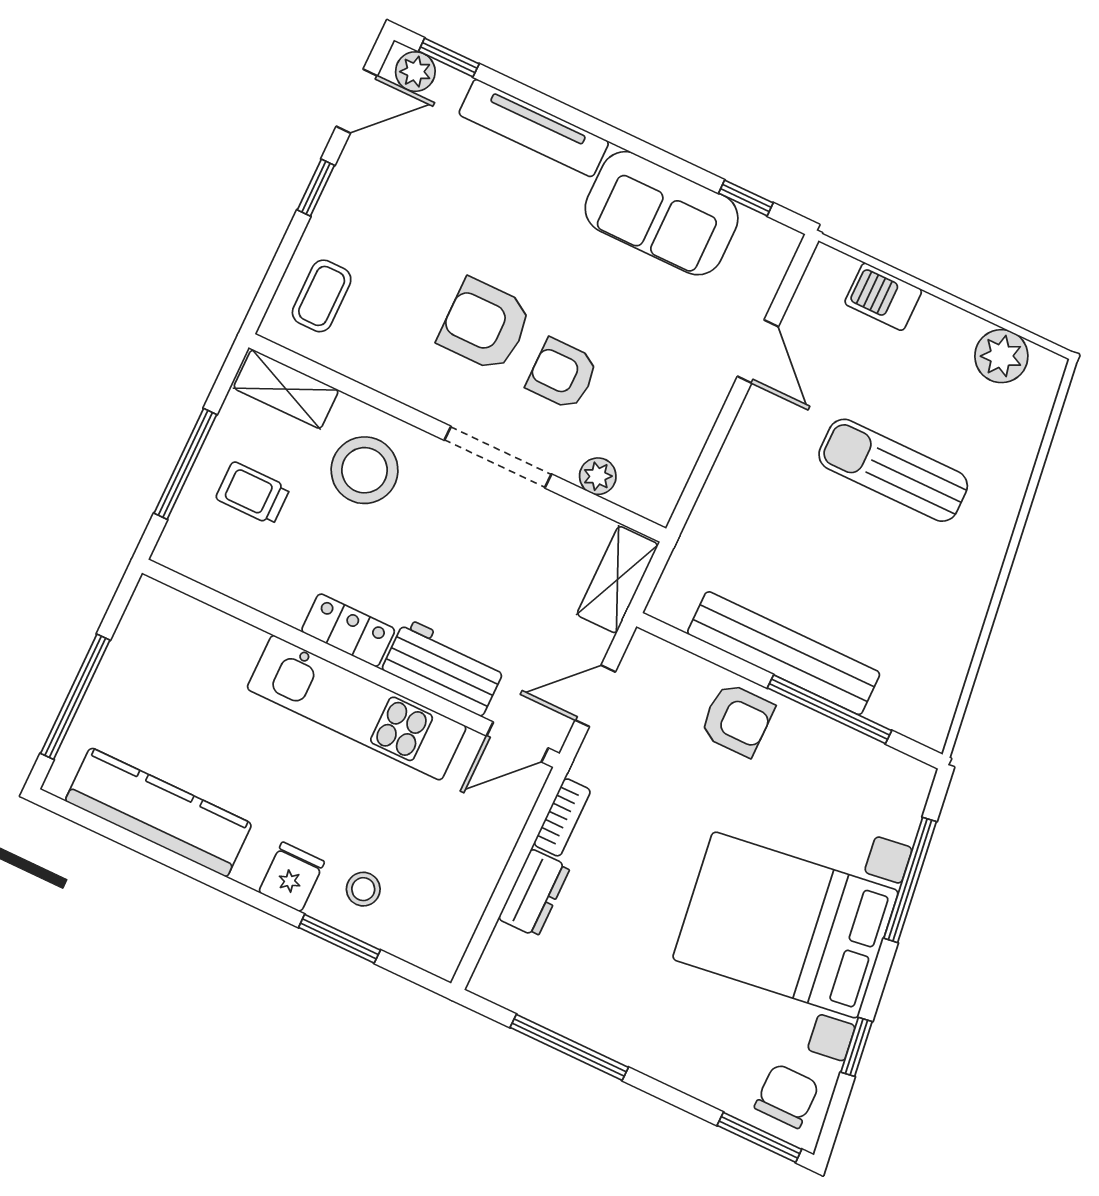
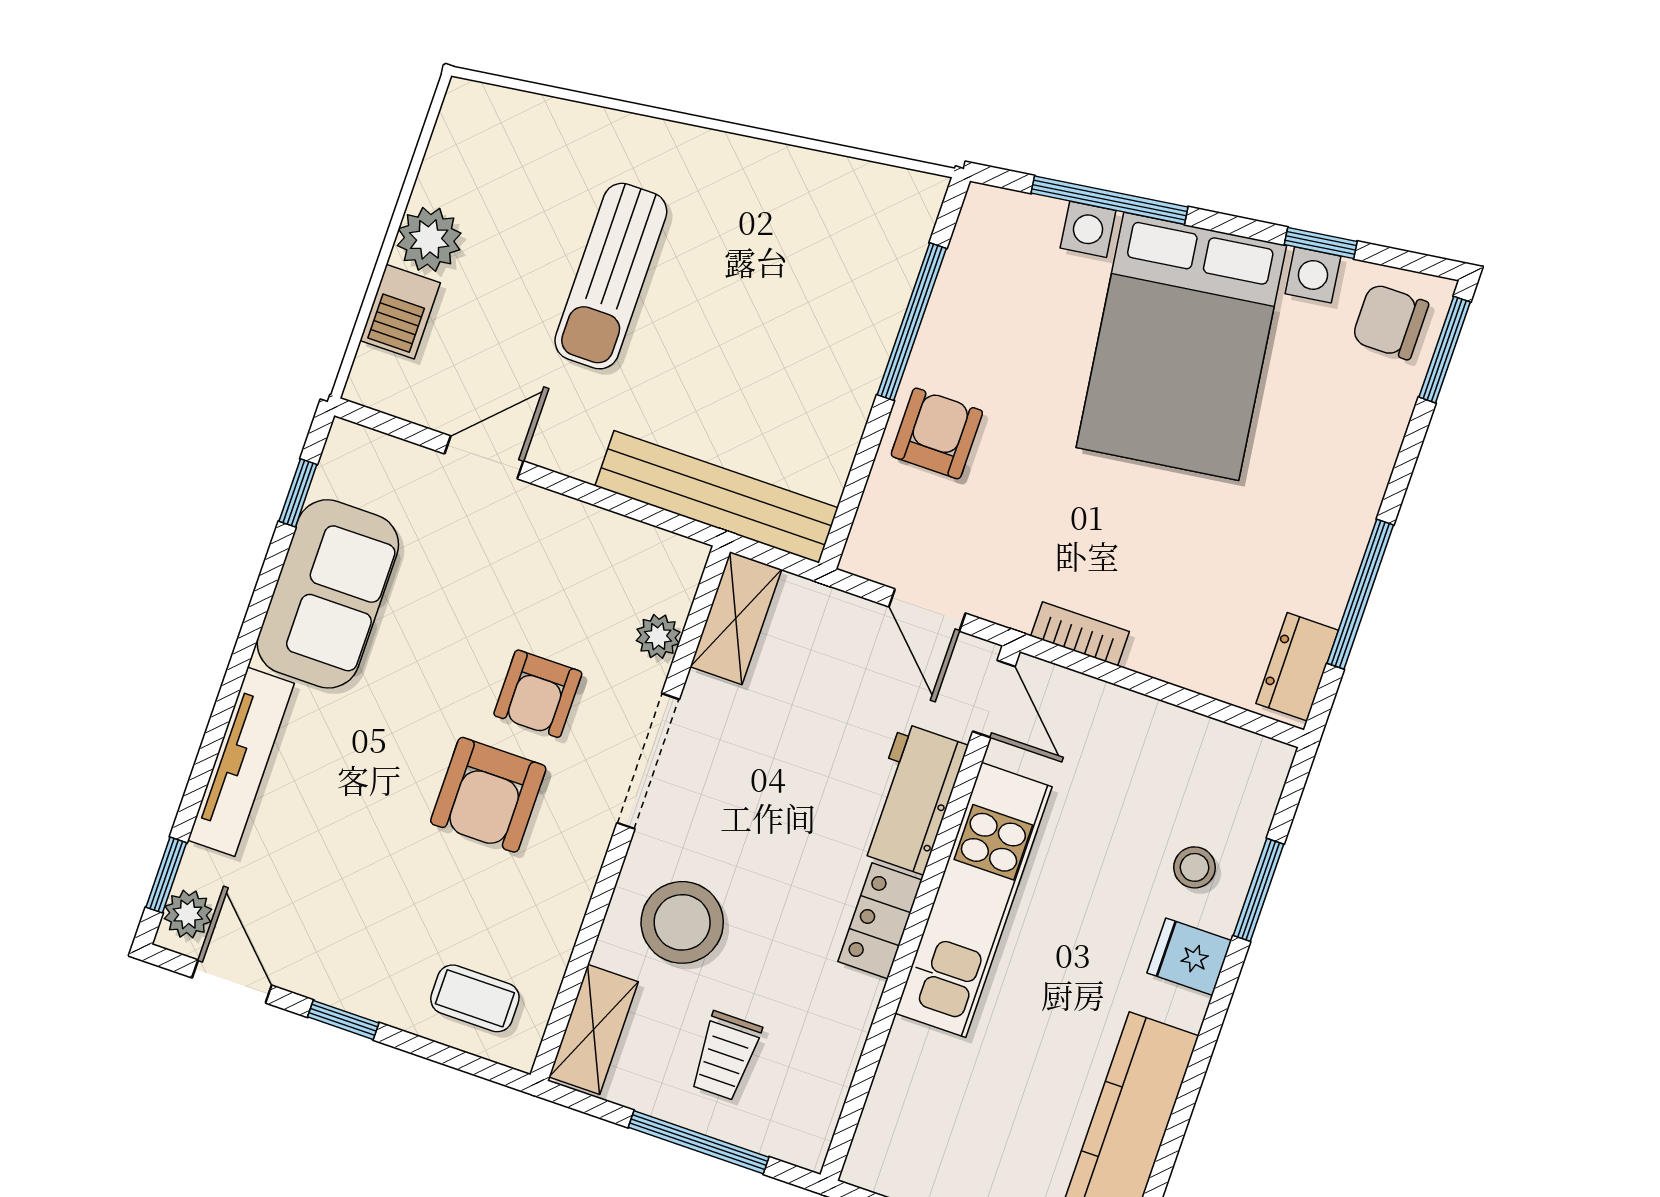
plant: (1001, 356) -> (429, 239), moved
shelving: (618, 580) -> (736, 618), moved, turned 90
bench: (784, 653) -> (717, 497), moved, turned 90
dresser: (534, 893) -> (1297, 667), moved, turned -90

